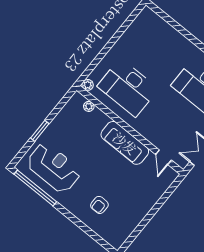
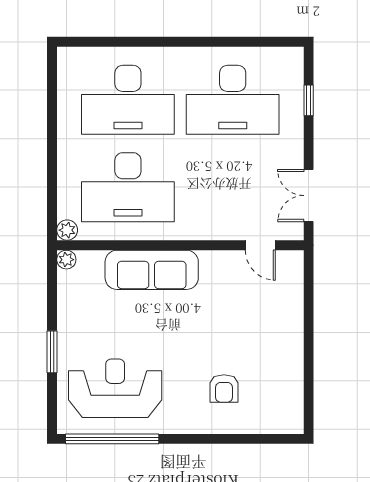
desk: (158, 51) -> (128, 100), added
plant: (89, 106) -> (66, 260), moved
sofa: (125, 143) -> (152, 270), moved

